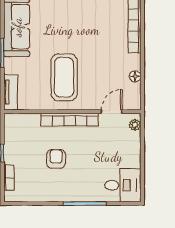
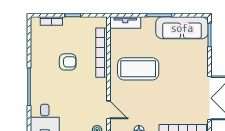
bookcase: (69, 120) -> (102, 53), moved

